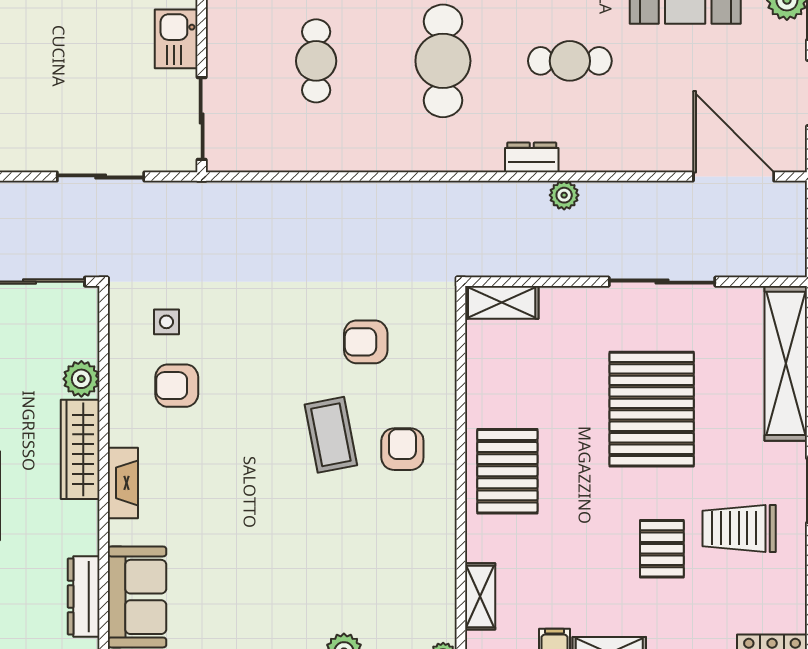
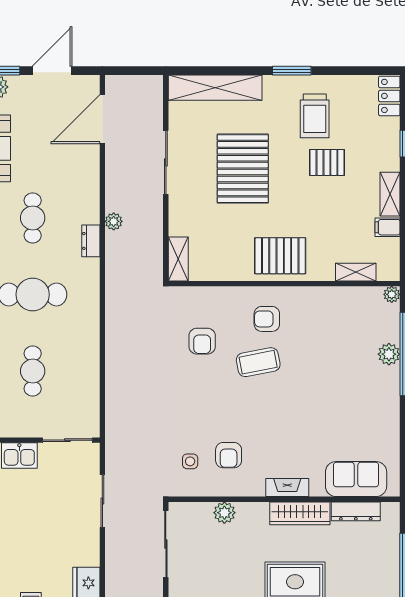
cafe table: (316, 61) -> (33, 371), turned 90
pallet: (652, 409) -> (243, 169), turned 90
wardrobe: (80, 449) -> (300, 513), moved

